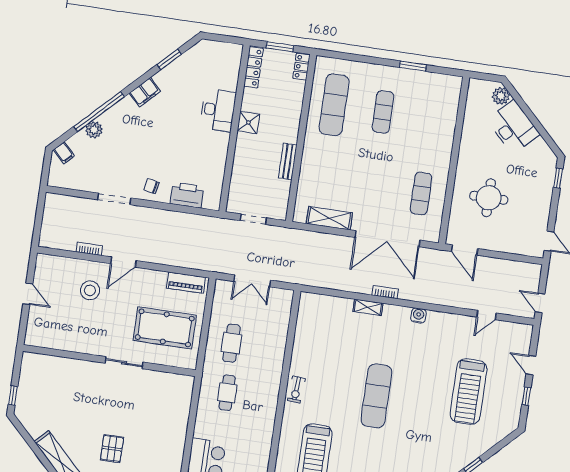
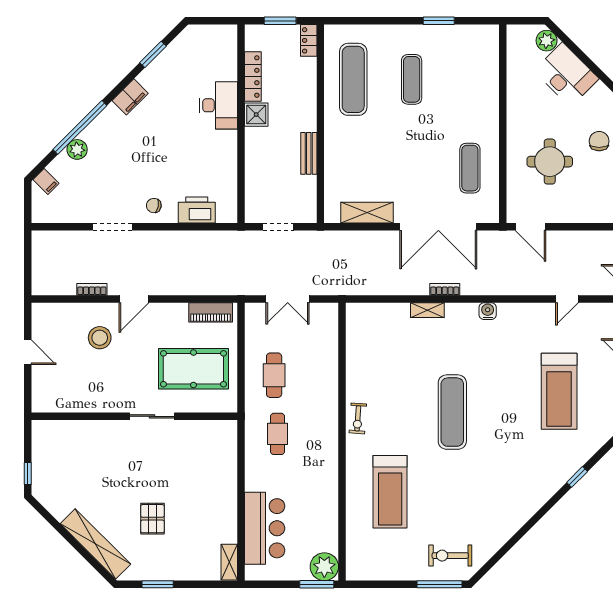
locker: (253, 67) -> (253, 77), moved
chair: (533, 187) -> (599, 141), added

